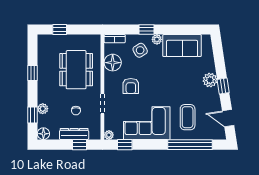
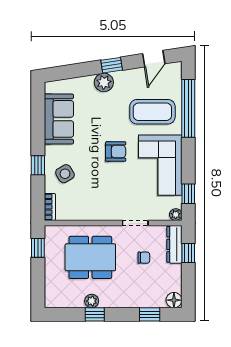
window: (60, 30) -> (38, 248), moved
plant: (157, 39) -> (51, 152), removed
floor lamp: (113, 63) -> (81, 210), removed
armchair: (131, 86) -> (116, 152), moved
plant: (43, 109) -> (92, 301), moved
coffee table: (188, 117) -> (152, 112), width x1.36, depth x1.32
dresser: (74, 134) -> (174, 244), moved

